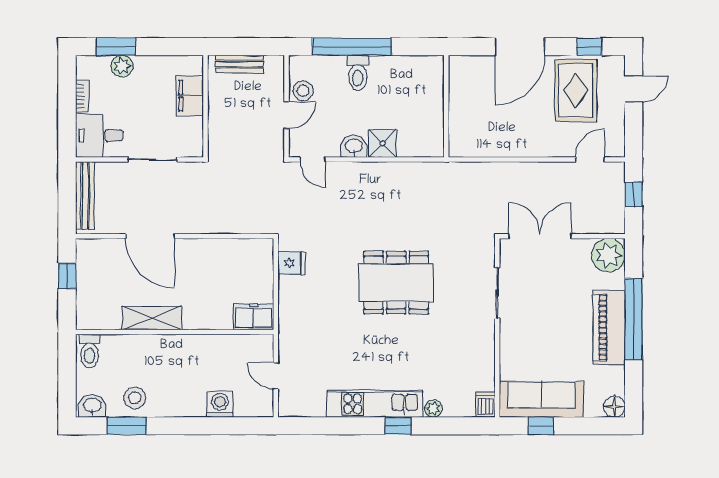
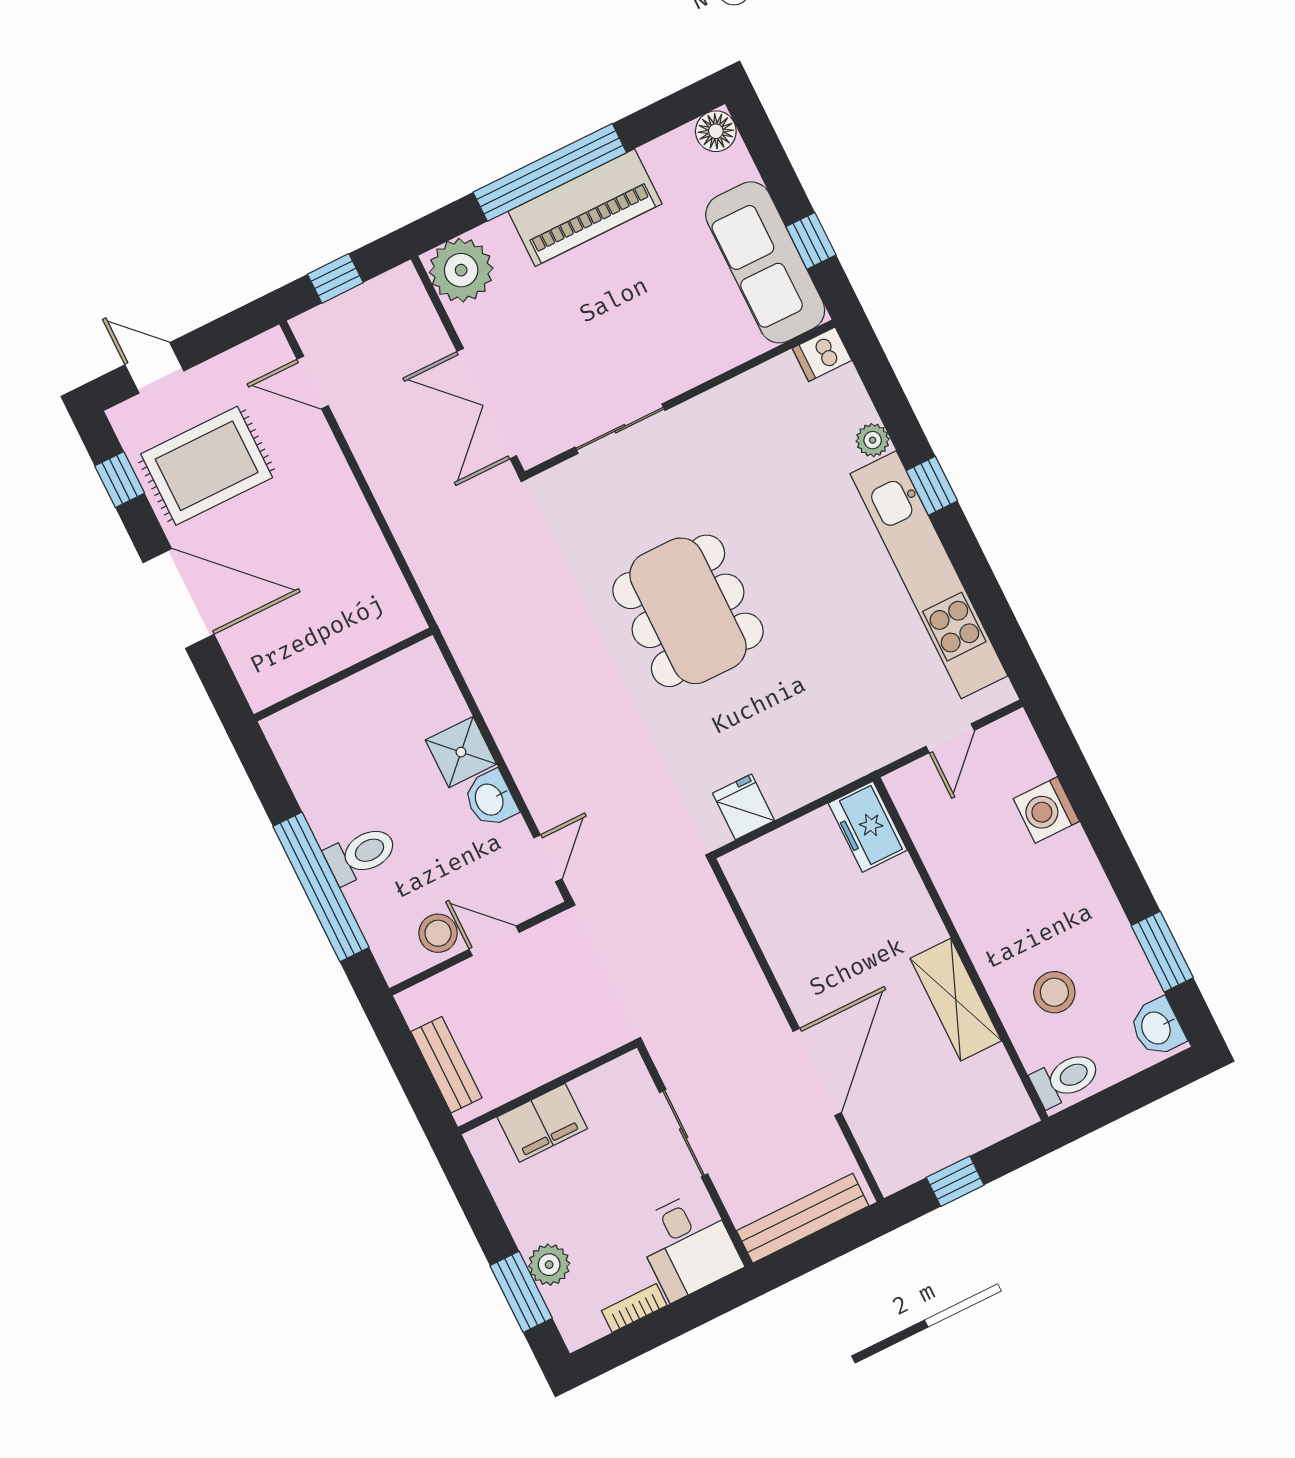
stool: (135, 398) -> (1054, 992), moved
kitchen unit: (375, 404) -> (929, 575), width x1.36

